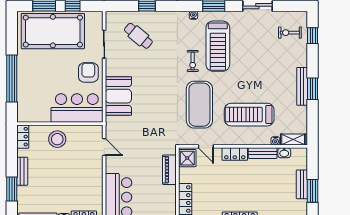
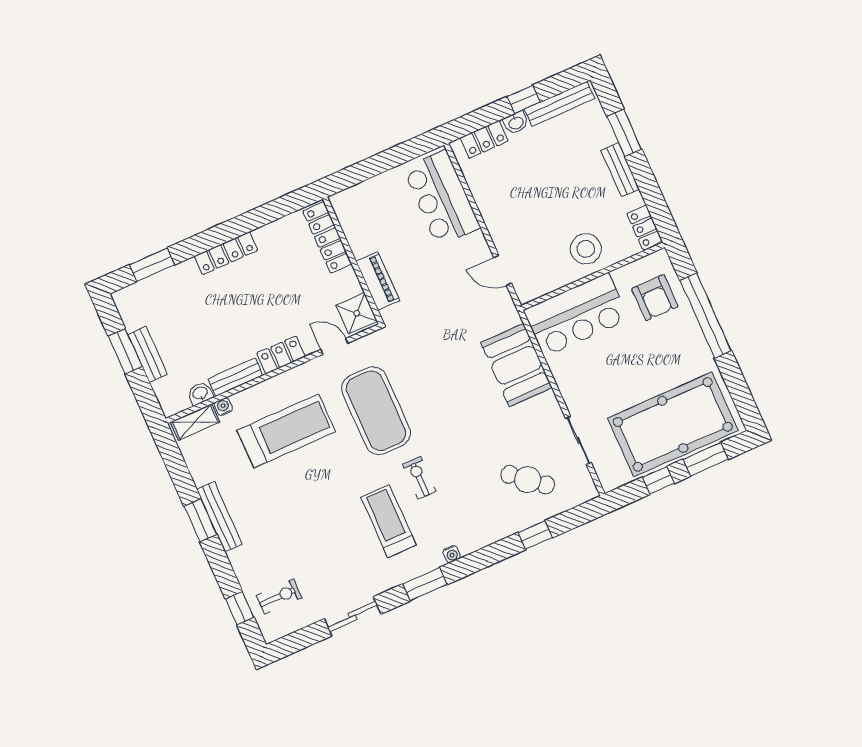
treadmill: (218, 46) -> (389, 521), width x0.73, depth x0.73
armchair: (88, 72) -> (655, 298), moved

